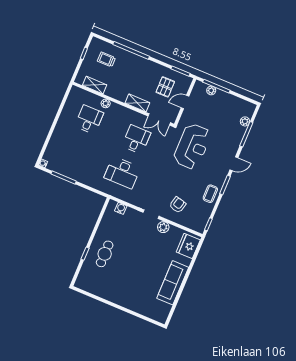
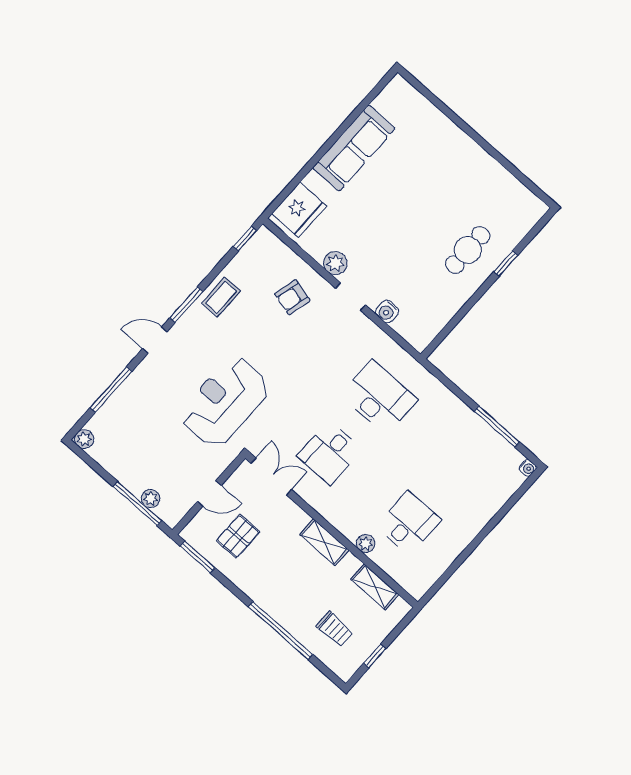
shelving: (137, 103) -> (324, 542), moved
desk: (89, 120) -> (409, 523), turned 180
plant: (245, 121) -> (84, 439), moved
water cooler: (121, 208) -> (387, 311), moved

